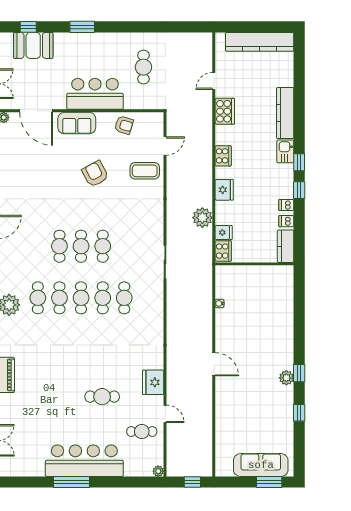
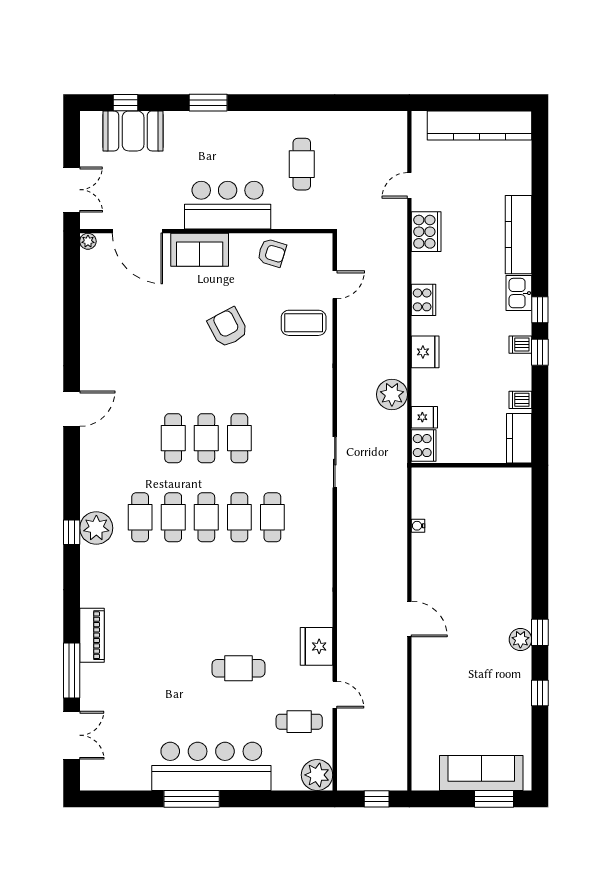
dishwasher: (286, 205) -> (520, 345), moved
plant: (158, 471) -> (317, 775), width x1.88, depth x1.88

